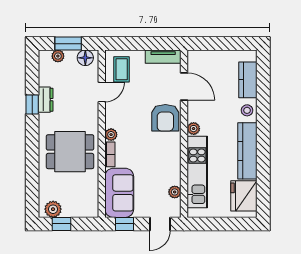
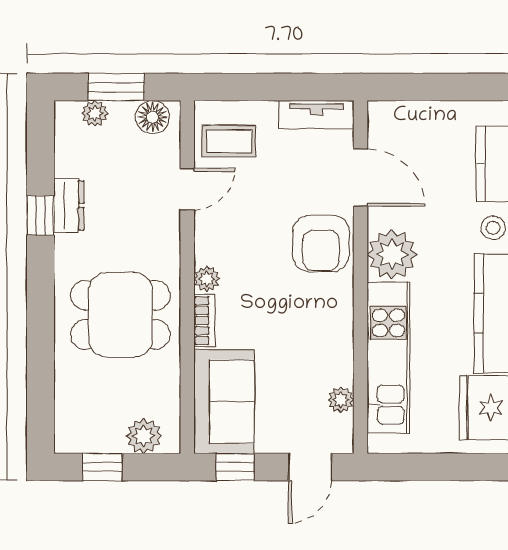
coffee table: (122, 69) -> (229, 141), turned 90
plant: (194, 129) -> (392, 255), width x1.88, depth x1.88
plant: (53, 209) -> (144, 436), moved

